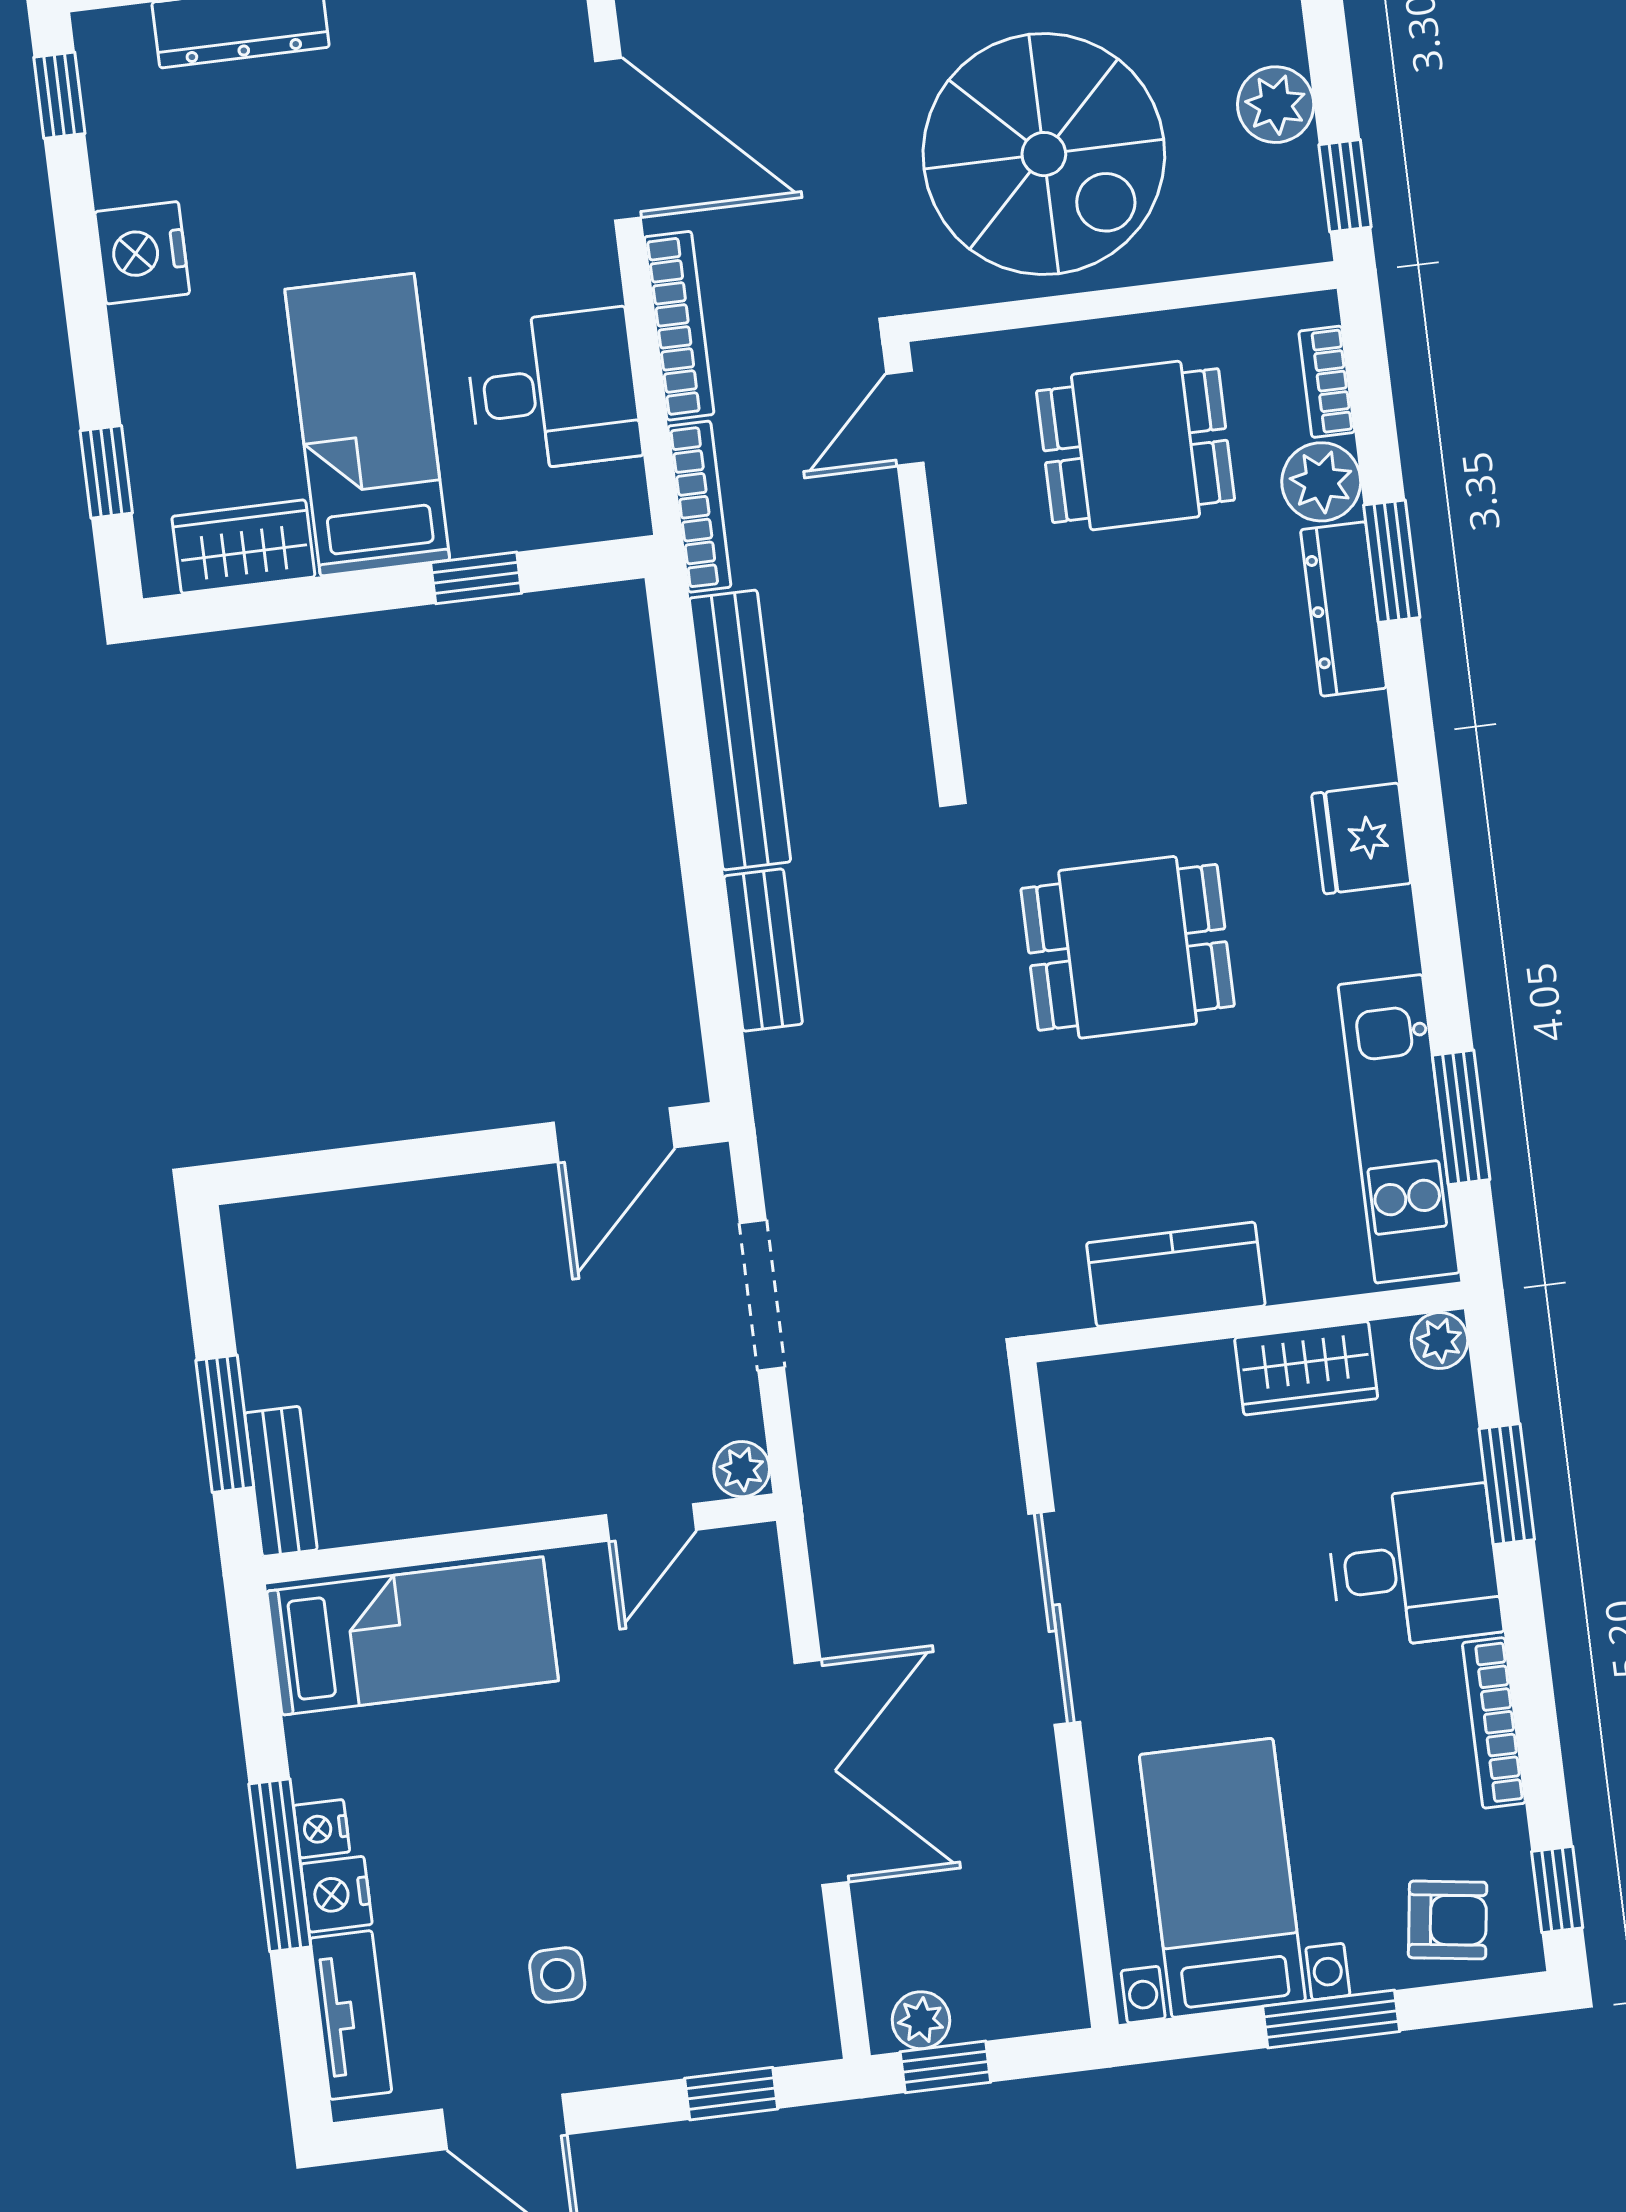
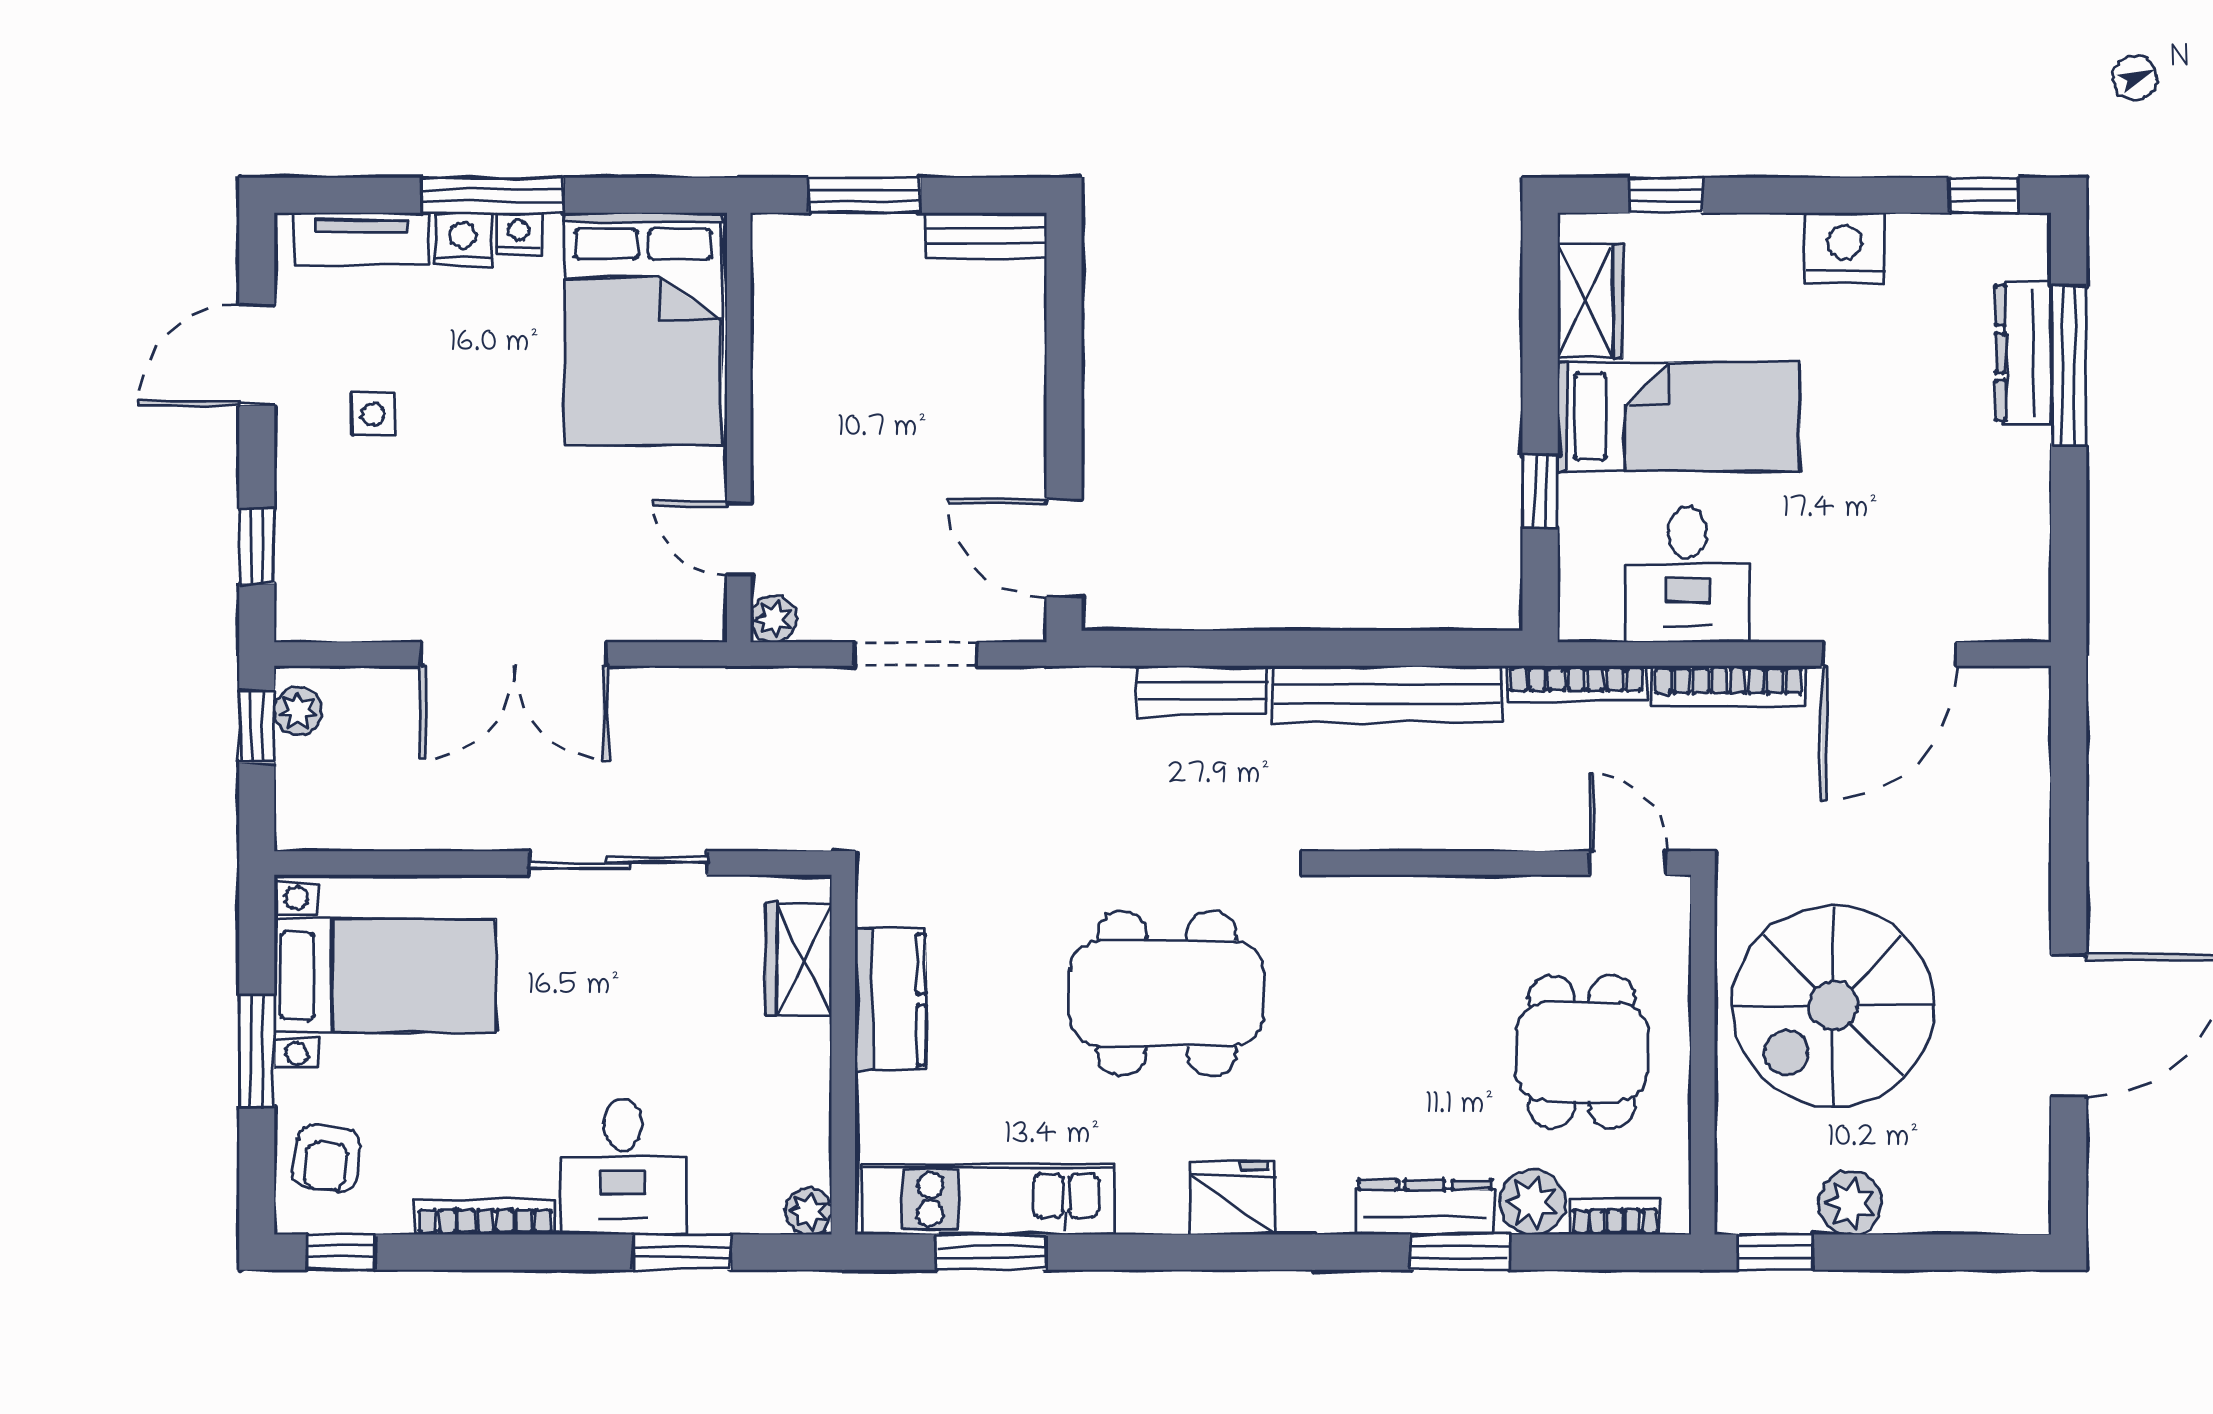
dining table: (1128, 947) -> (1167, 993), width x1.38
wardrobe: (1306, 1368) -> (799, 959), moved
bench: (281, 1481) -> (986, 236), moved
bed: (413, 1636) -> (643, 329), width x1.50

